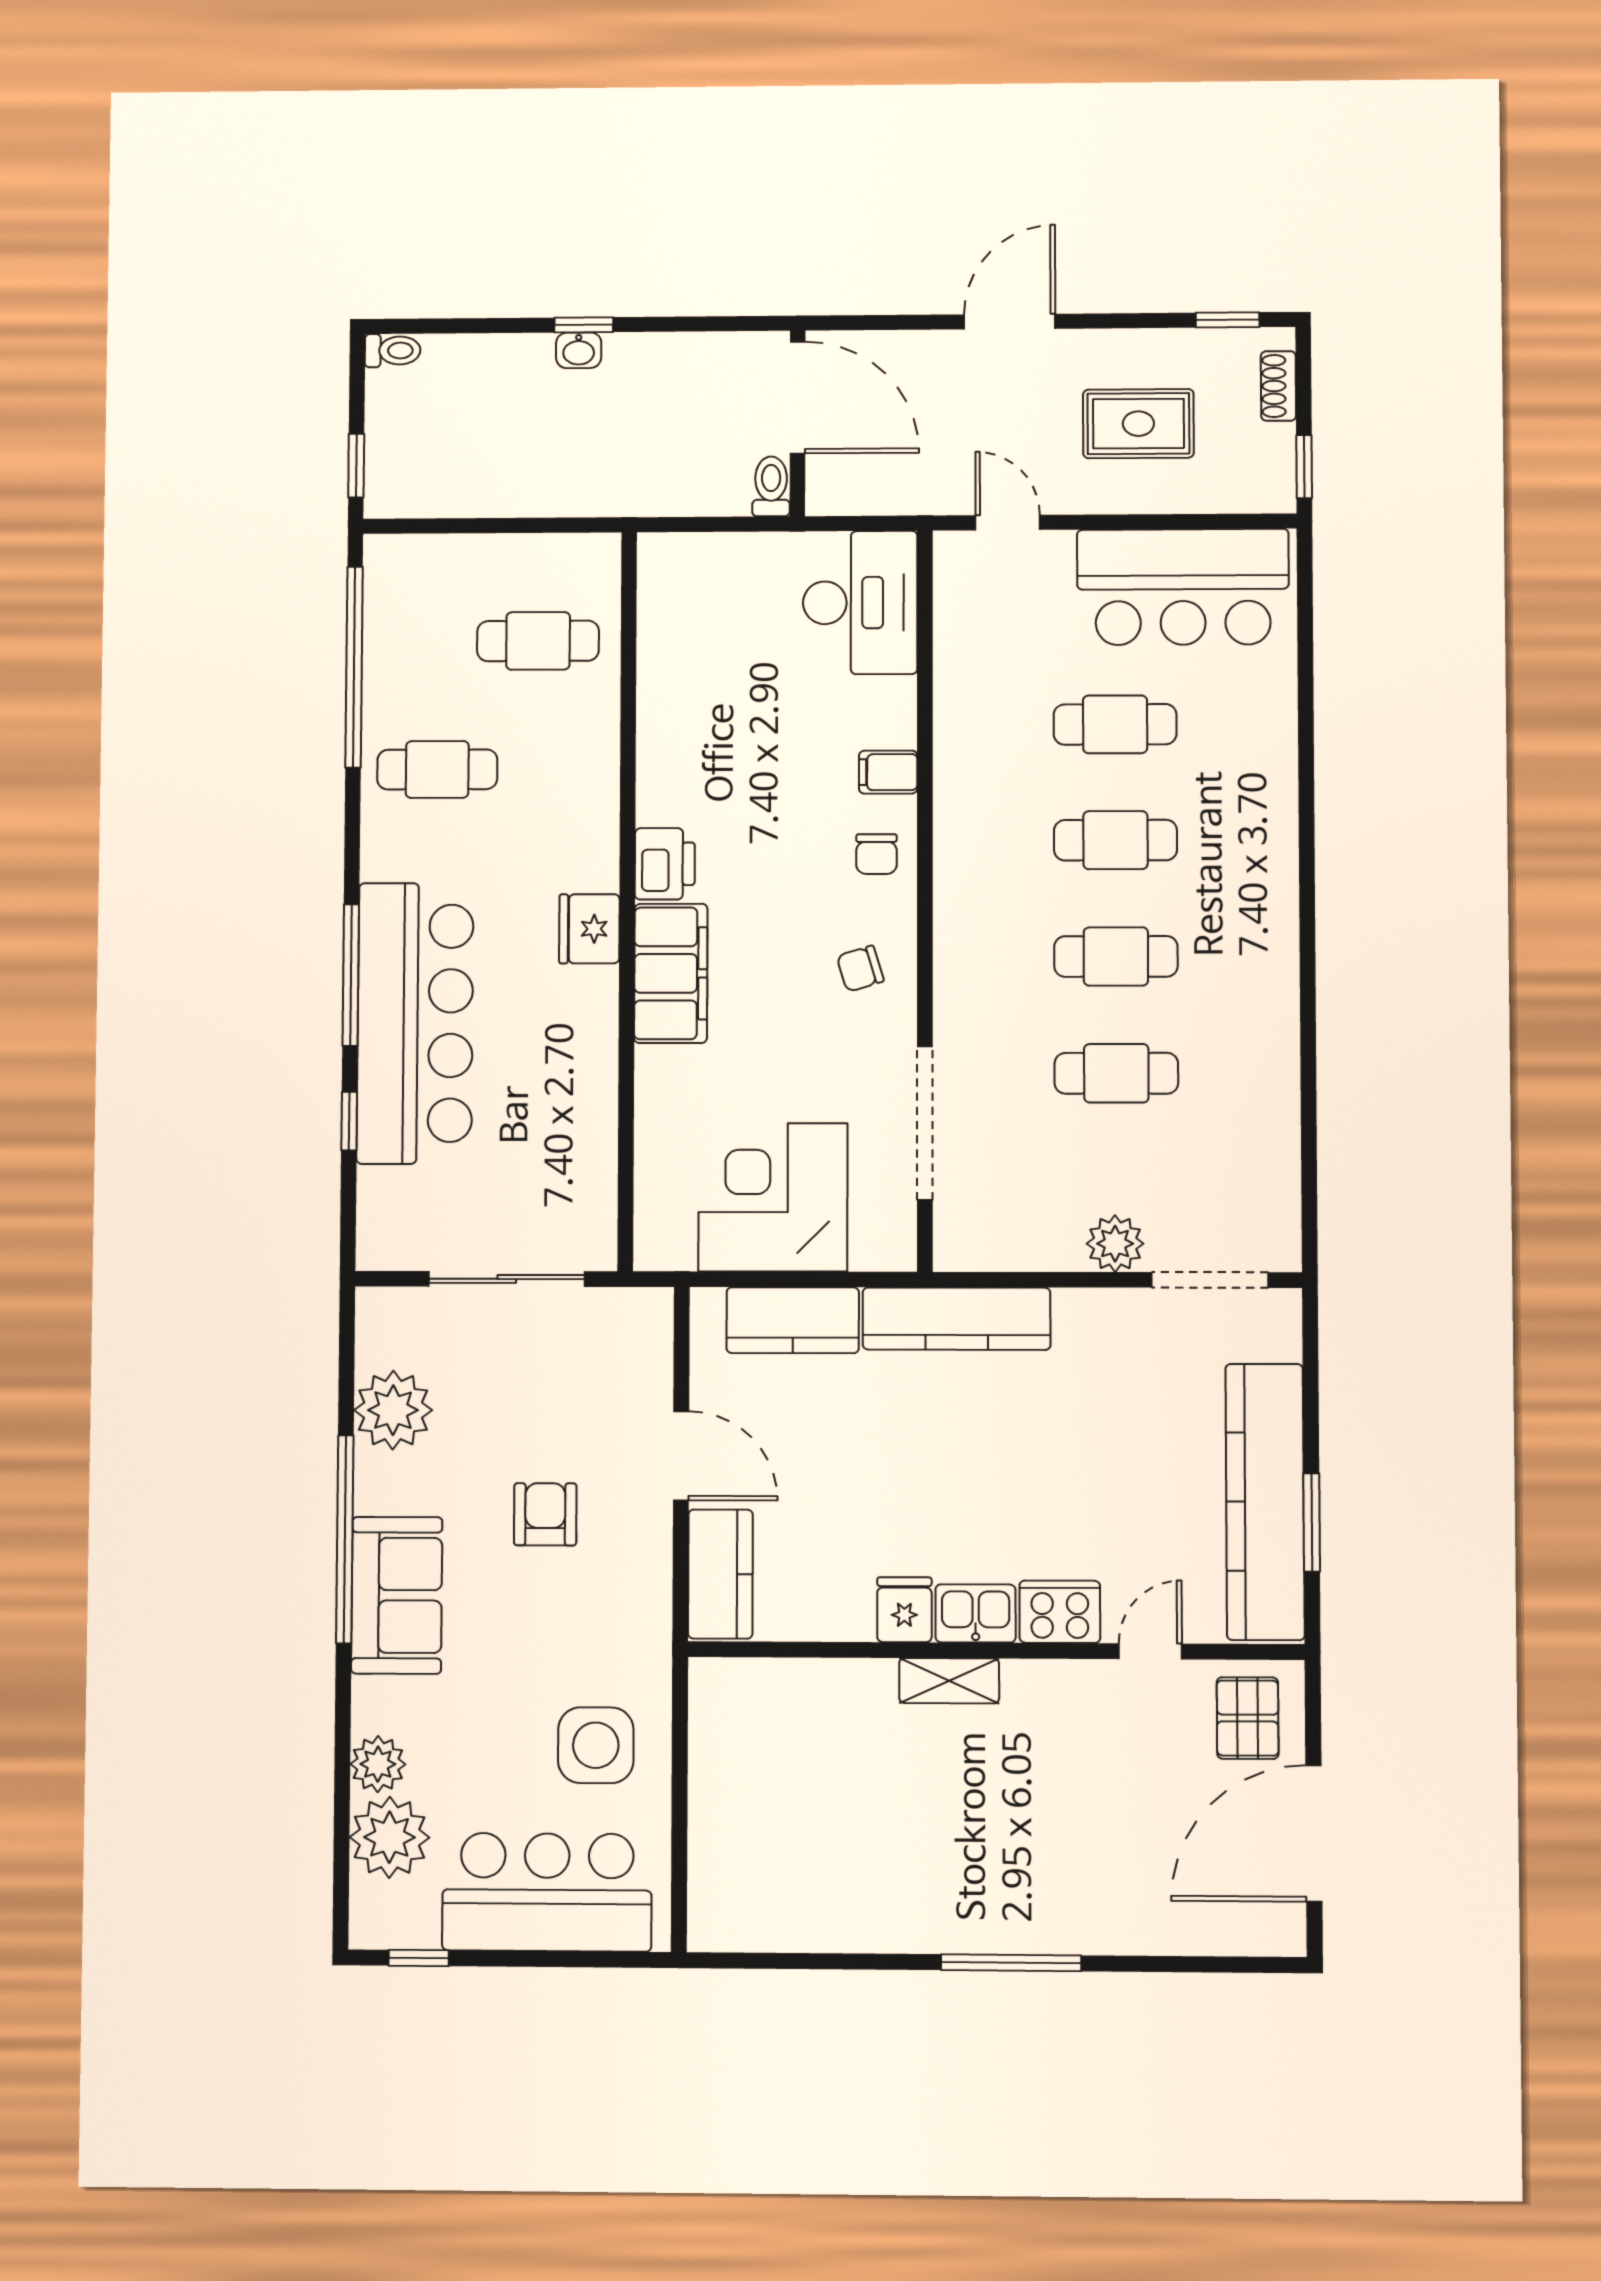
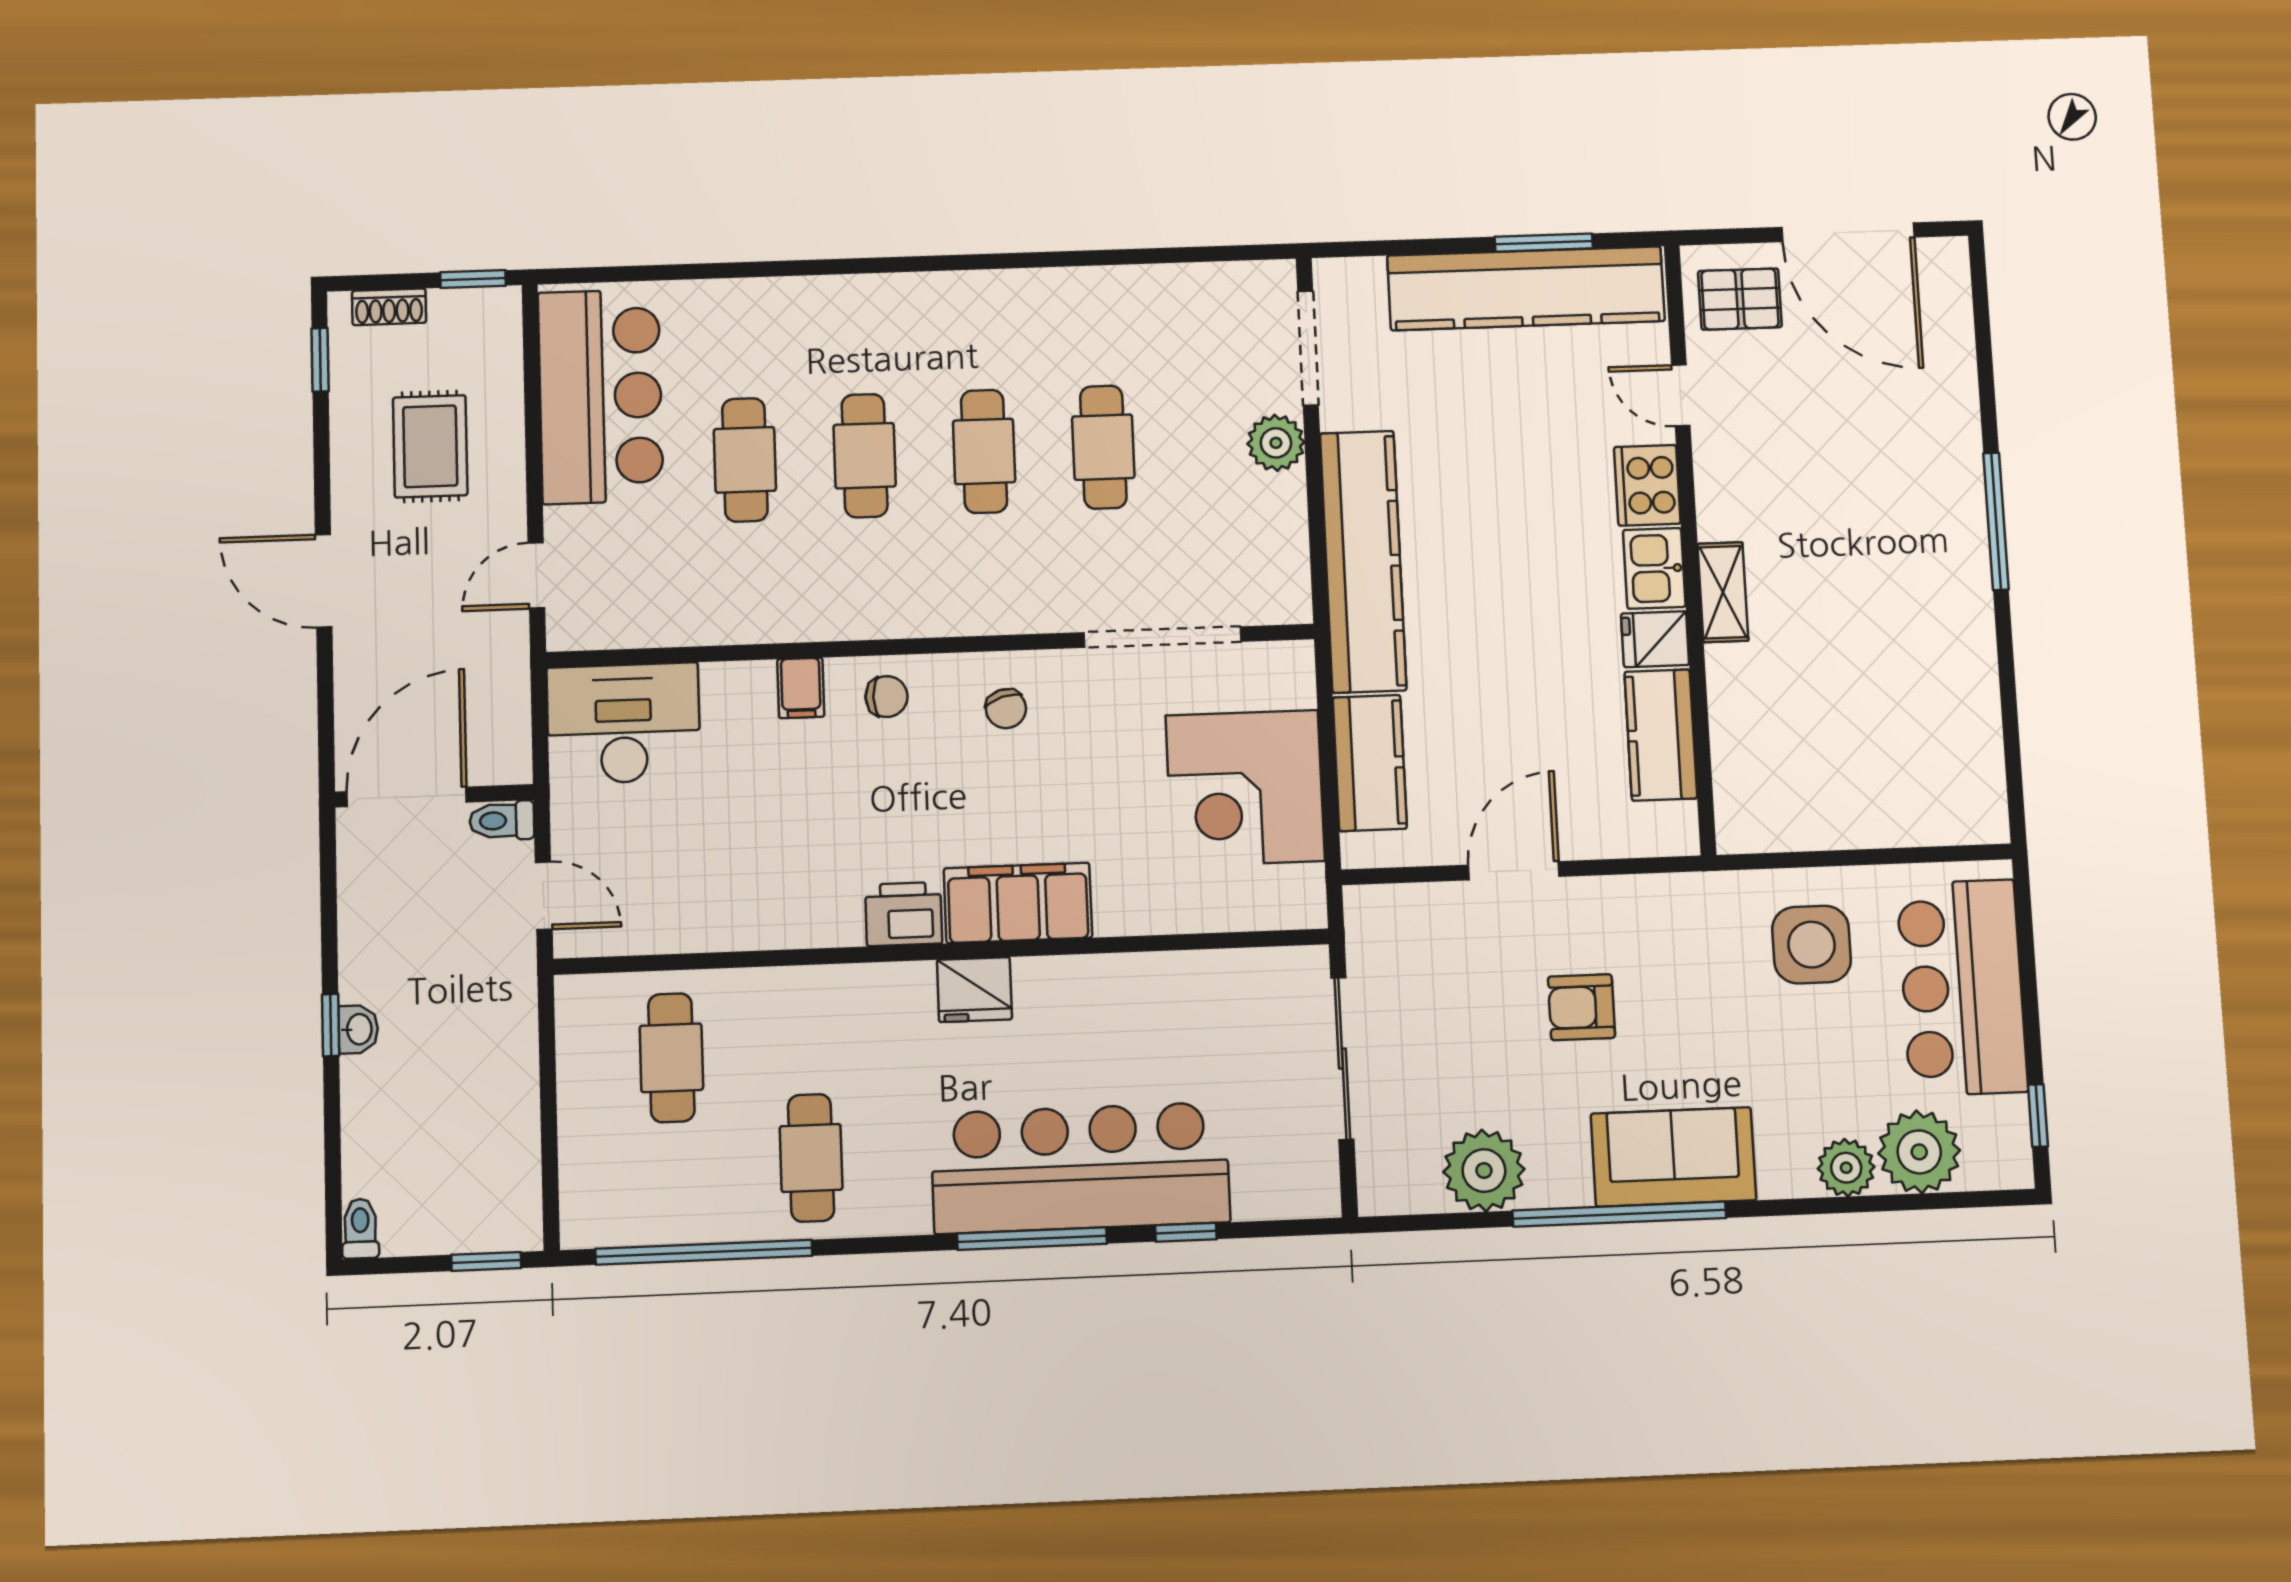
door: (697, 524) -> (544, 896), added
kitchen counter: (956, 1319) -> (1363, 561), width x1.39, depth x1.17
kitchen counter: (720, 1574) -> (1661, 735), moved, turned -90

